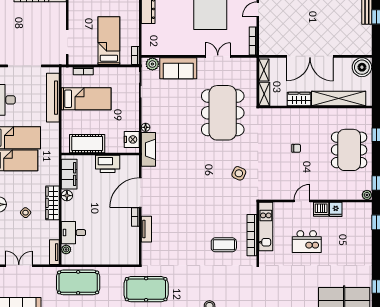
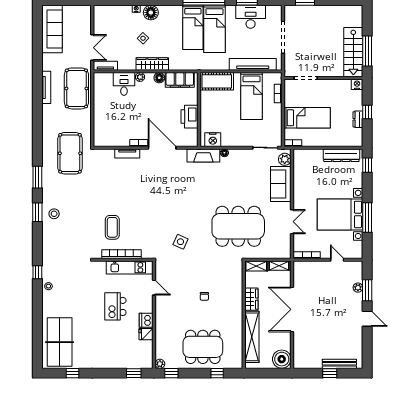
cot: (87, 144) -> (217, 81), moved, turned 90
door: (302, 201) -> (154, 288), moved
plant: (66, 249) -> (140, 77), moved
double door: (19, 266) -> (92, 48), moved

